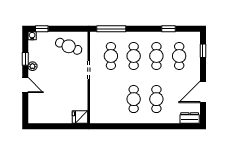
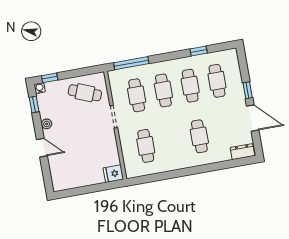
window: (203, 51) -> (248, 90), moved
window: (25, 59) -> (34, 105), moved
door: (203, 92) -> (253, 118), swing flipped
cafe table: (134, 99) -> (146, 146), moved

